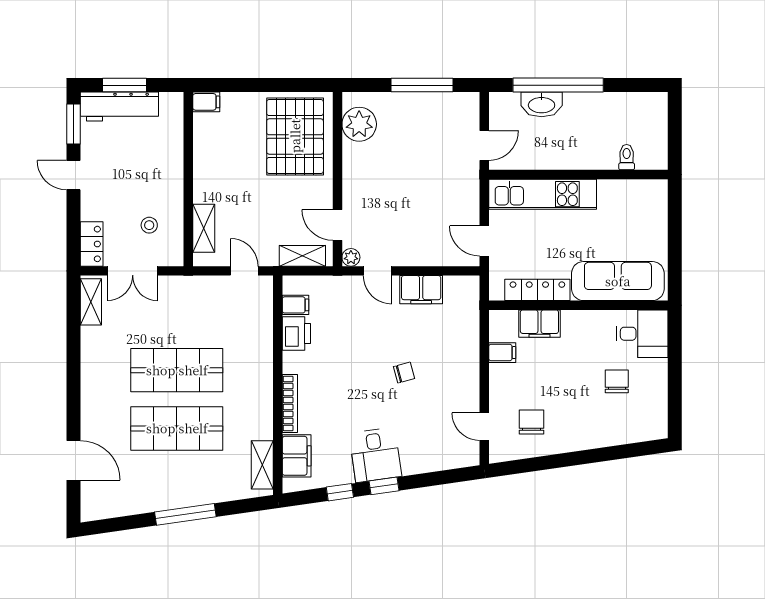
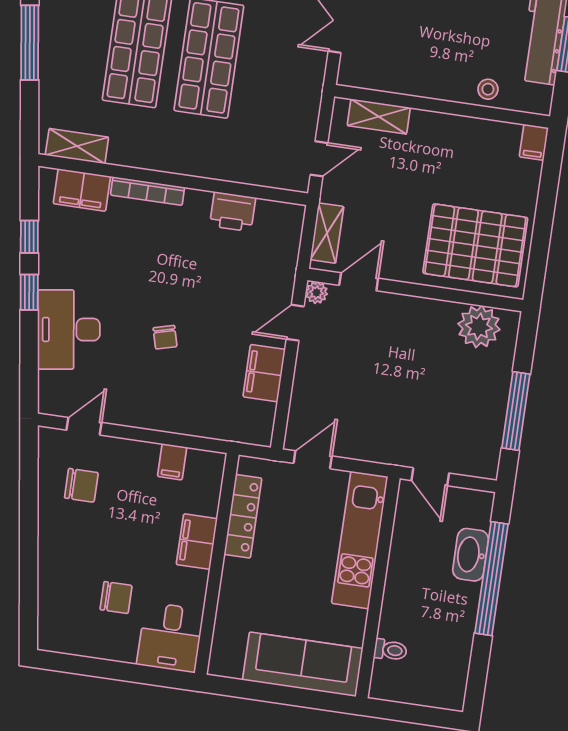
stool: (149, 225) -> (488, 89), moved
sofa: (618, 281) -> (303, 664), moved, turned -90
filing cabinet: (295, 305) -> (268, 216), removed
filing cabinet: (539, 324) -> (197, 542), moved
desk: (375, 455) -> (69, 329), moved, width x1.37

